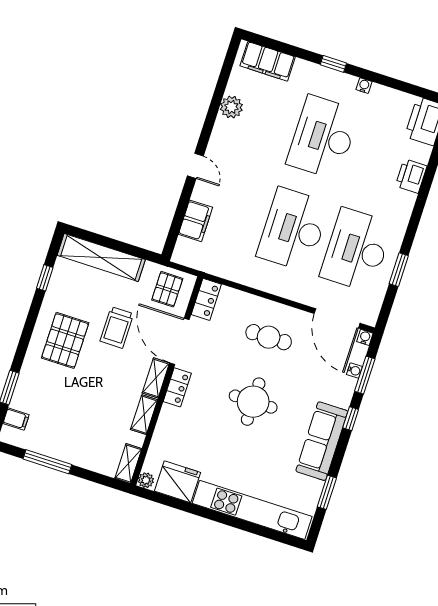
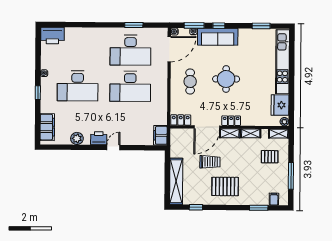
printer: (411, 176) -> (99, 138), moved, turned 180
filing cabinet: (195, 221) -> (160, 135), moved, turned -90
pallet: (167, 289) -> (270, 157), moved
sofa: (322, 441) -> (218, 37), moved

